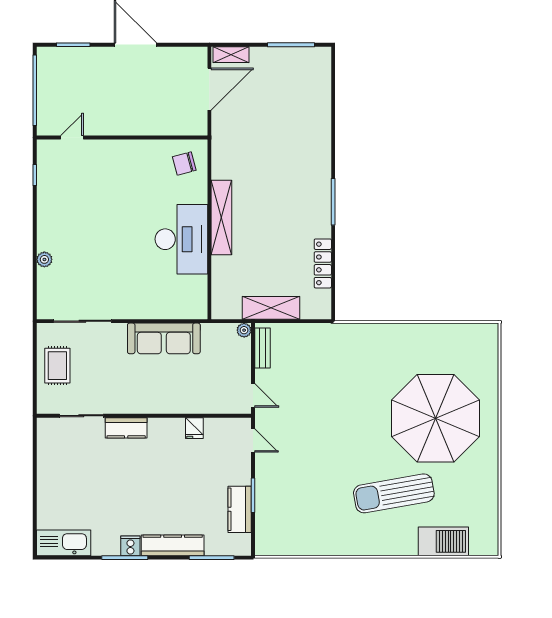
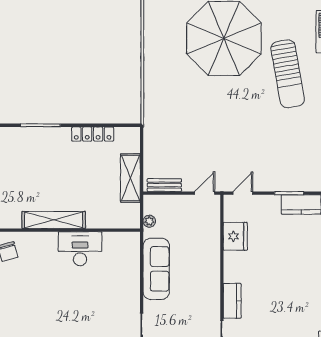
desk: (181, 239) -> (80, 249), width x0.73, depth x0.77
plant: (244, 330) -> (149, 221), moved
fridge: (194, 428) -> (235, 236), width x1.88, depth x1.34

